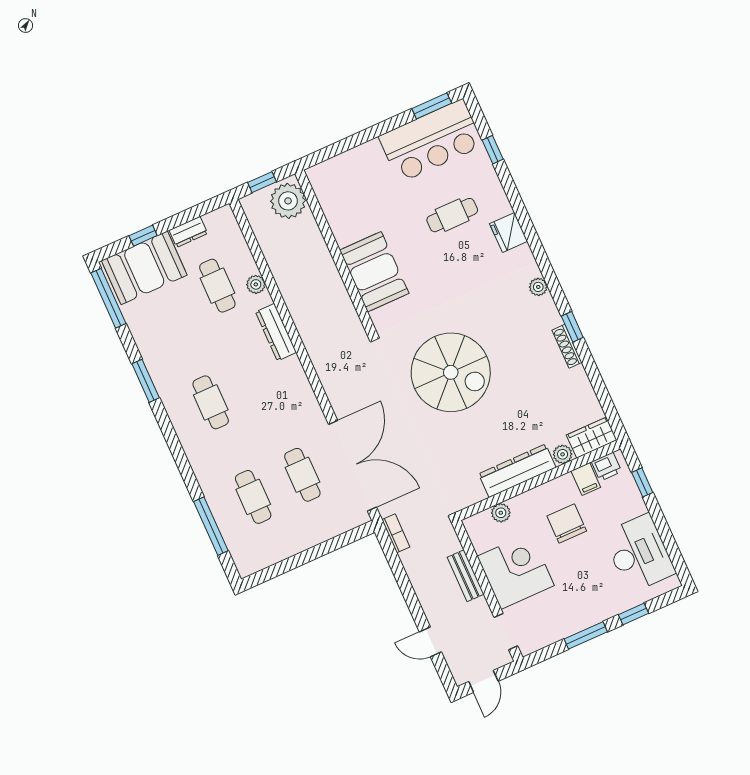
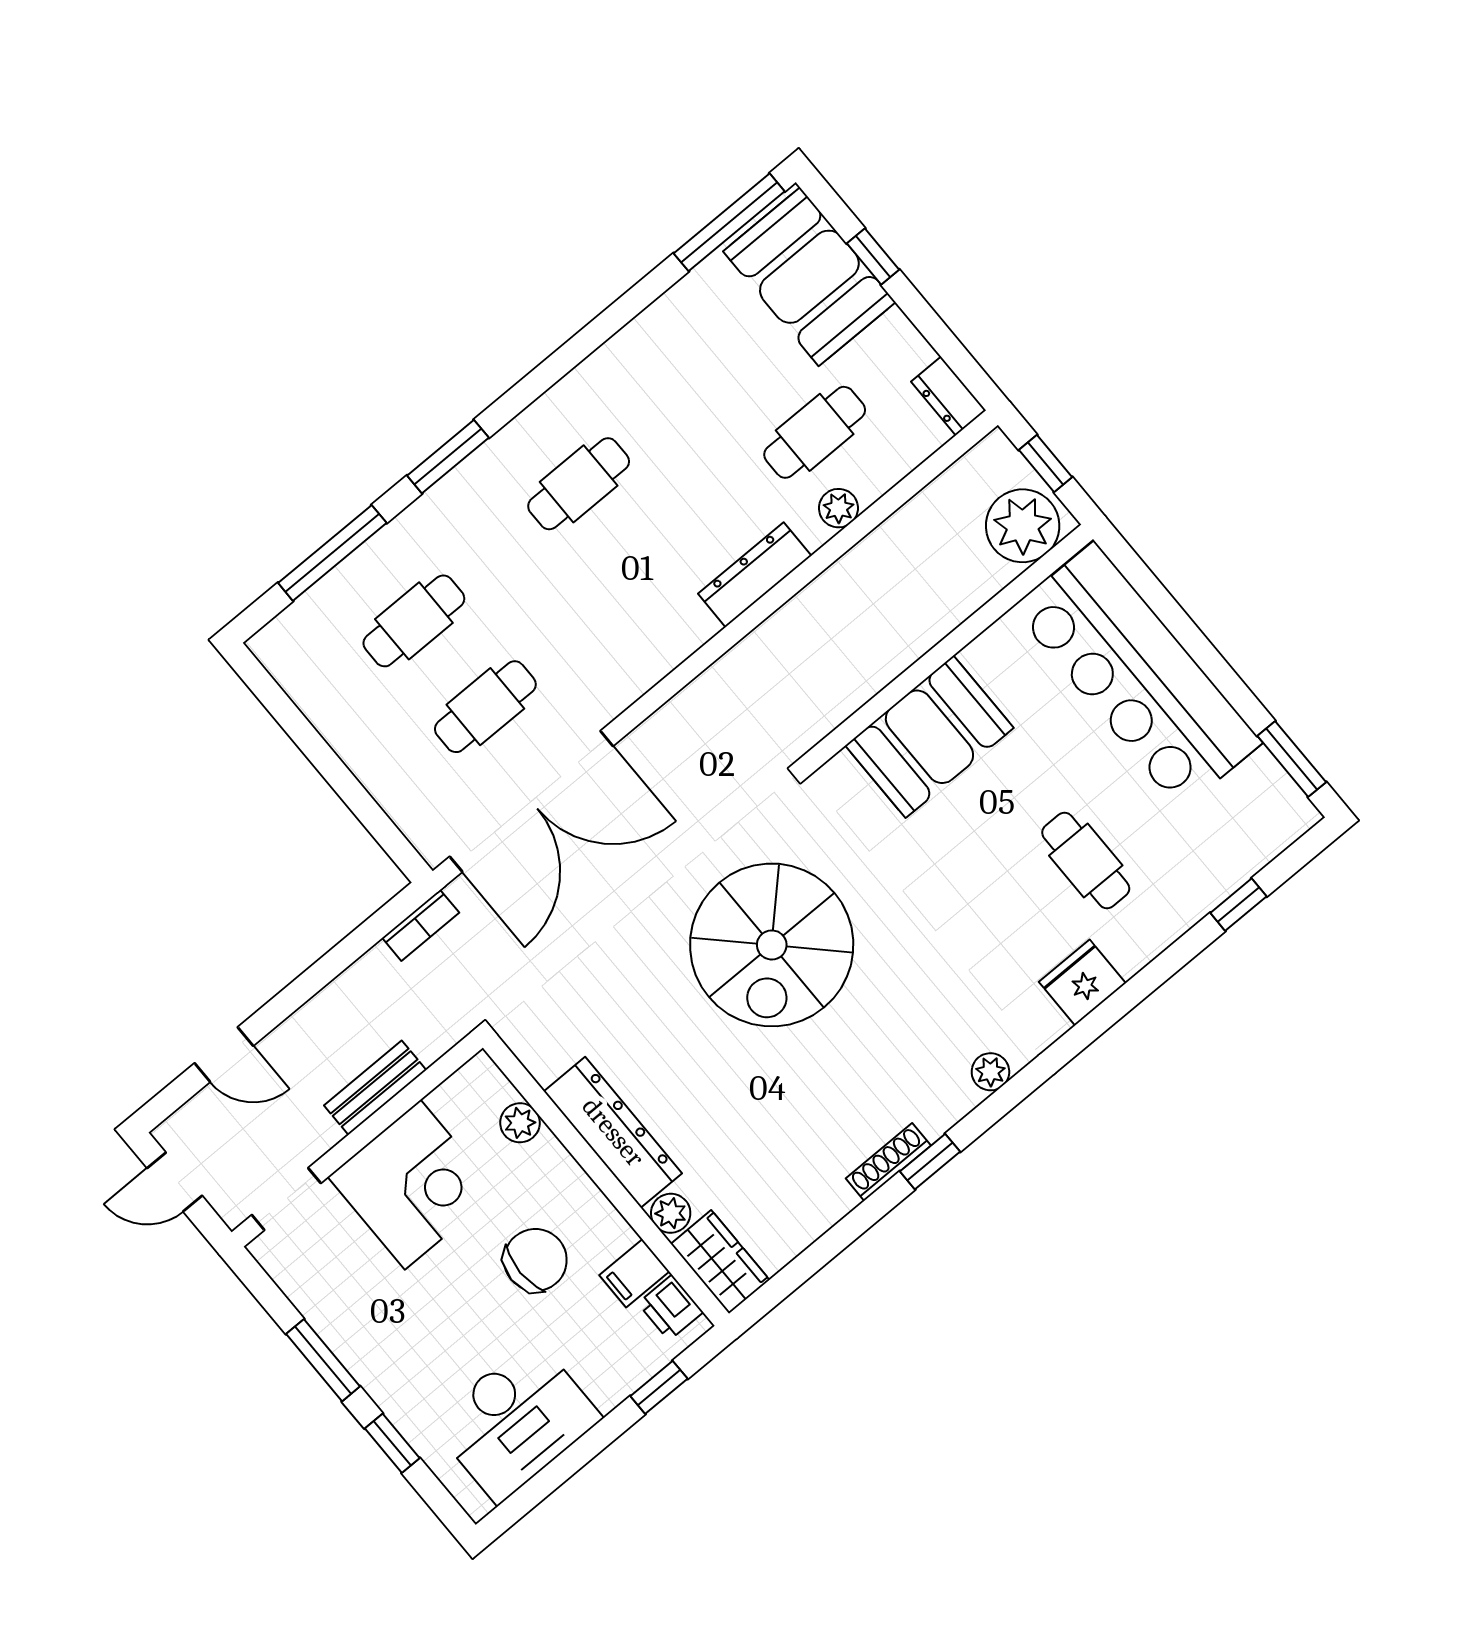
bar counter: (431, 141) -> (1137, 676), moved, width x1.36
dresser: (188, 232) -> (948, 396), moved
window: (146, 381) -> (448, 457), moved
door: (430, 642) -> (224, 1055), swing flipped

